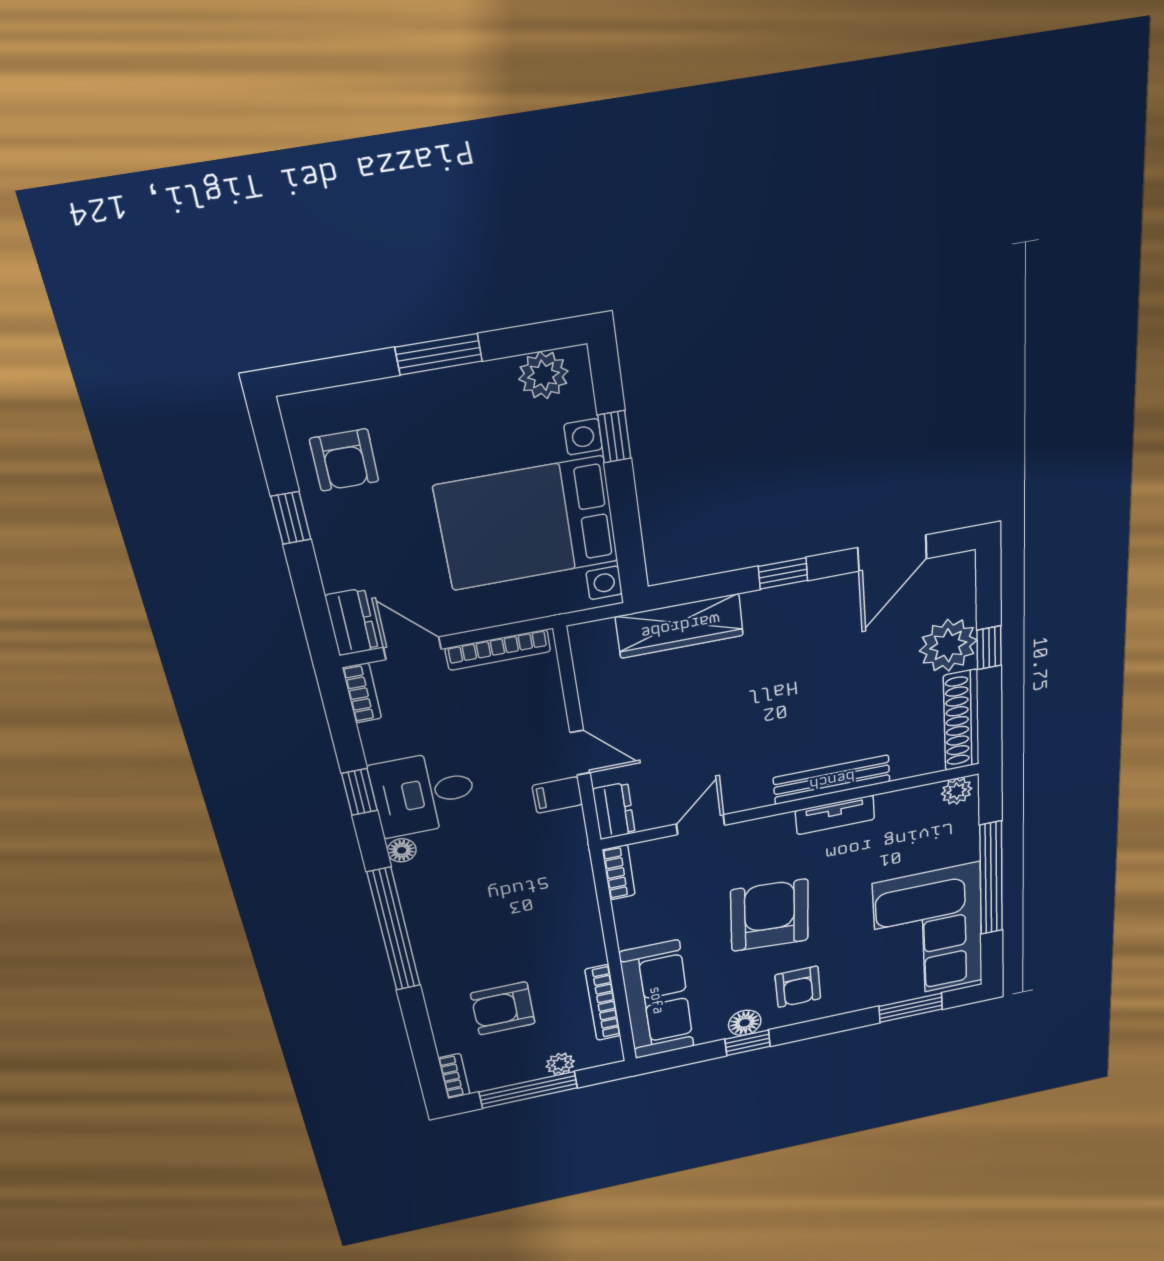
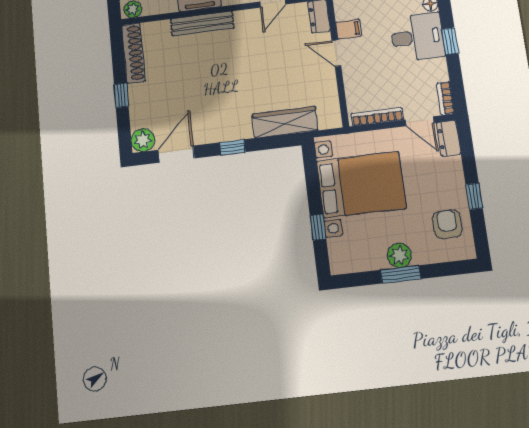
plant: (543, 375) -> (399, 255), moved
plant: (948, 645) -> (143, 140), moved, width x0.73, depth x0.73

